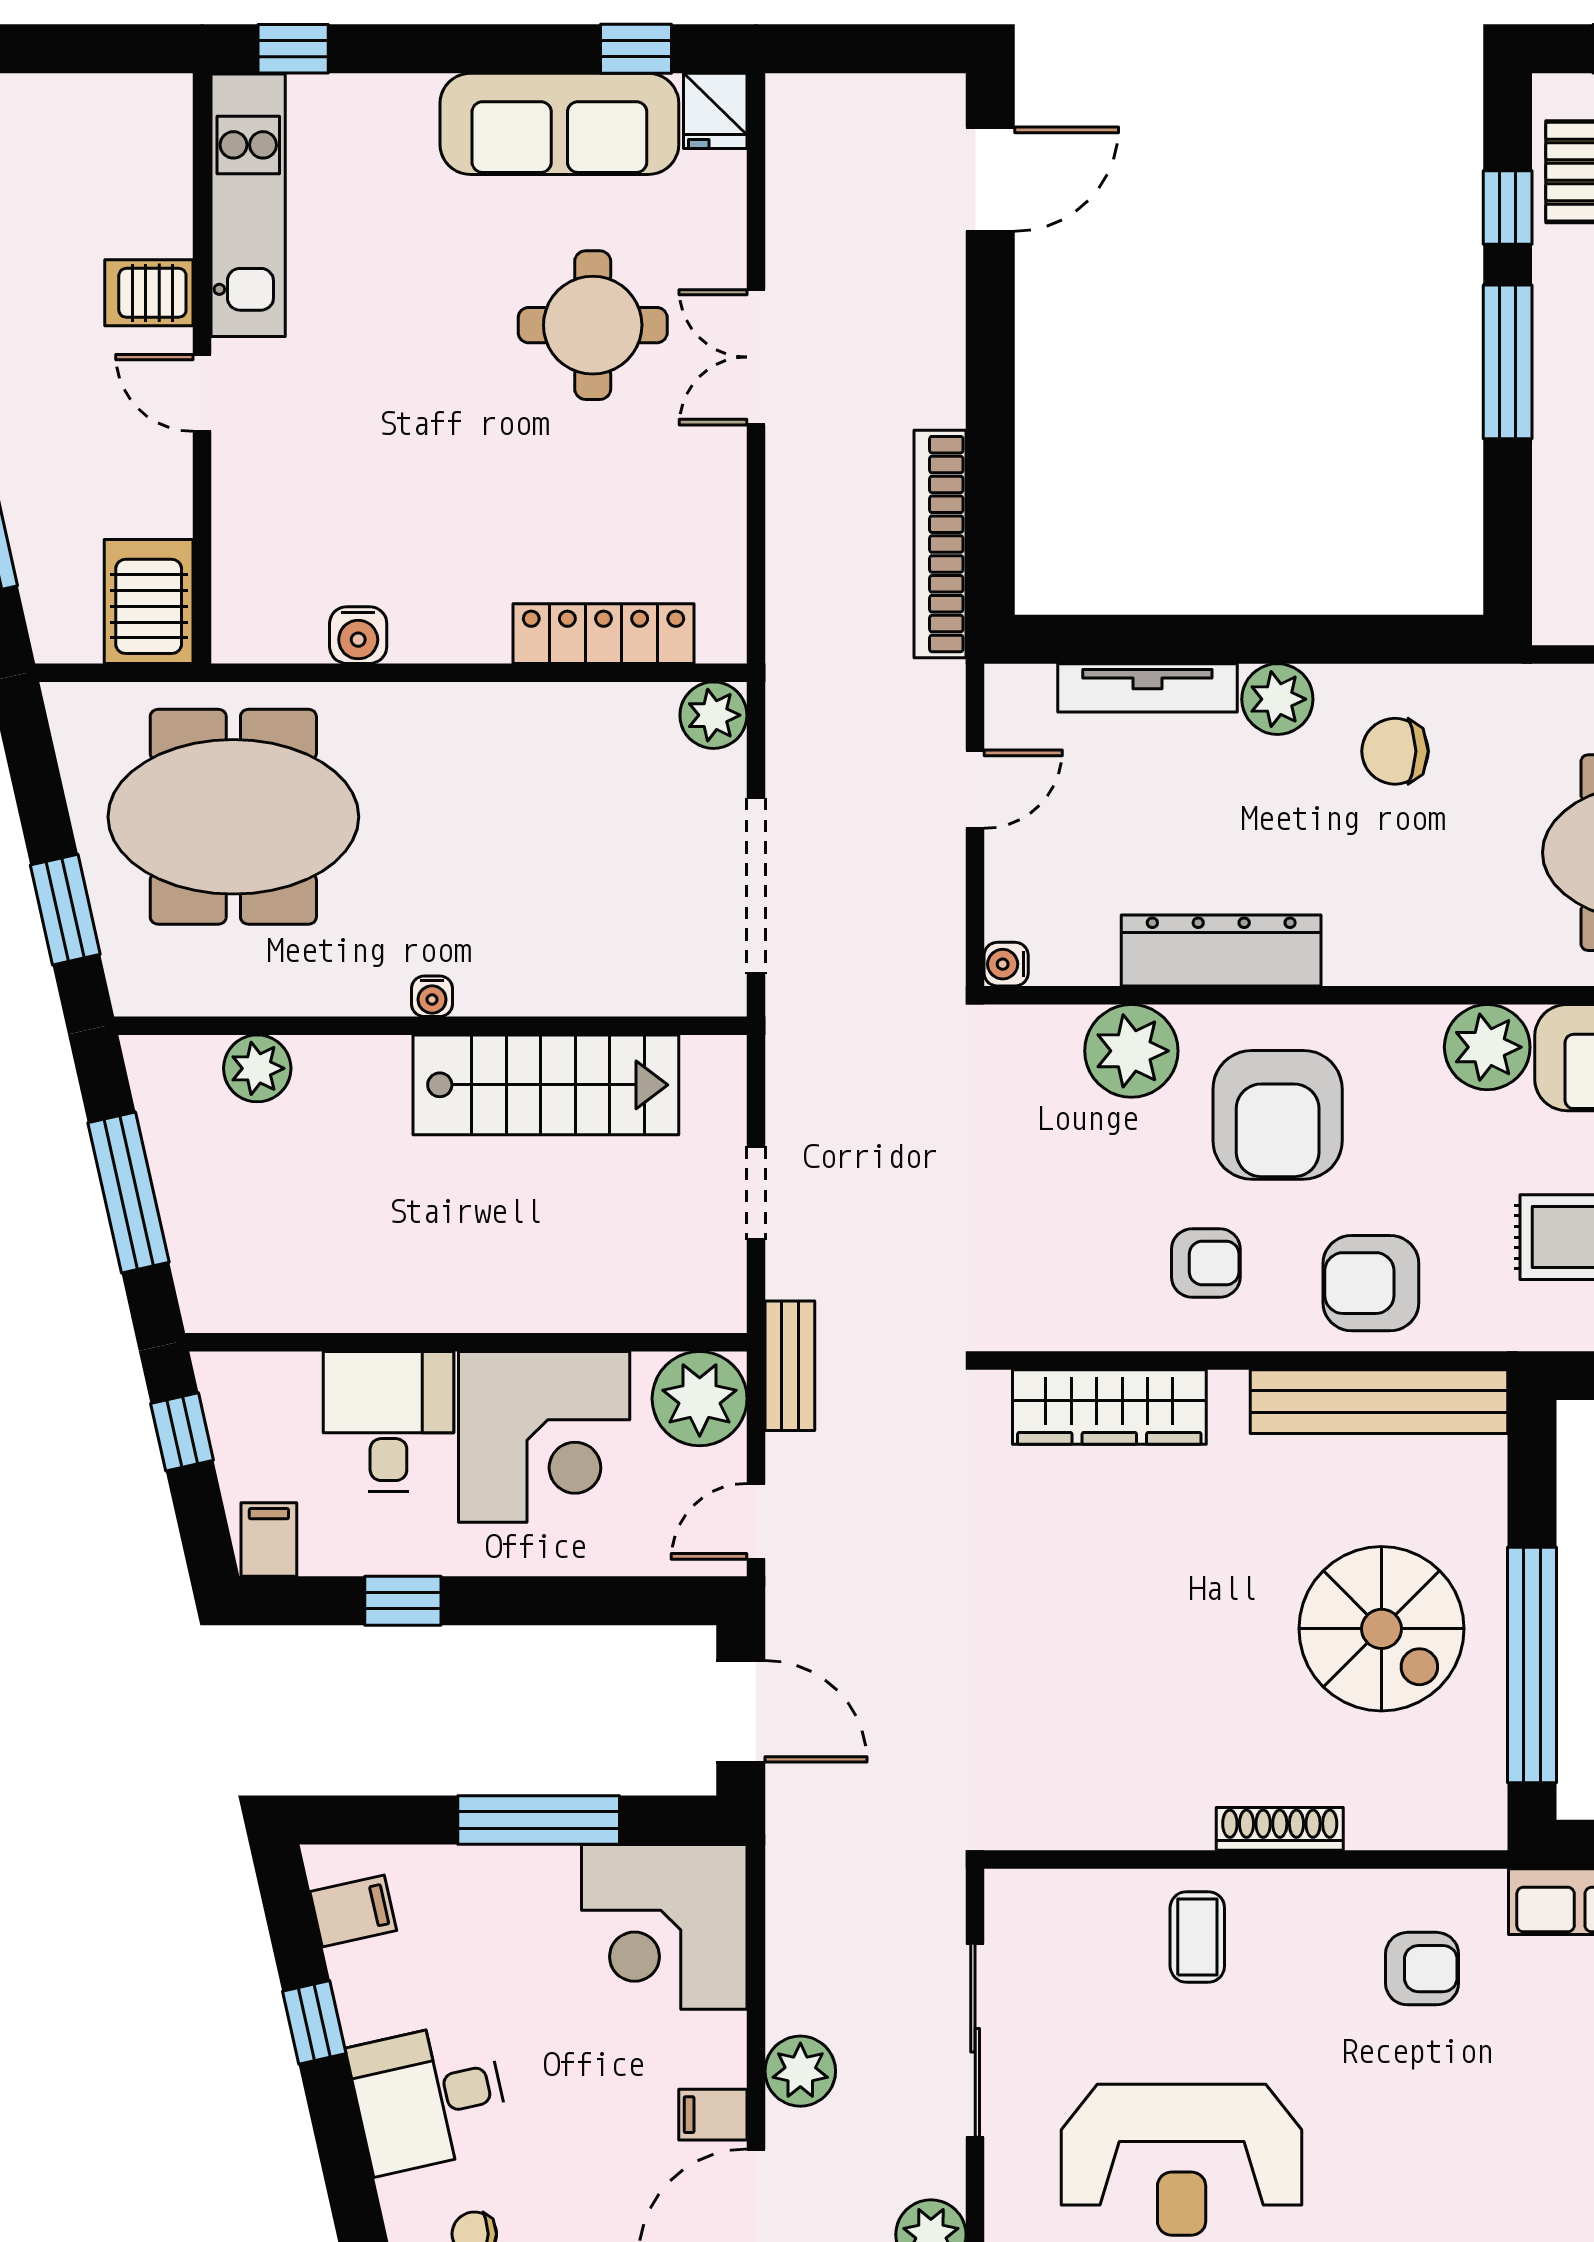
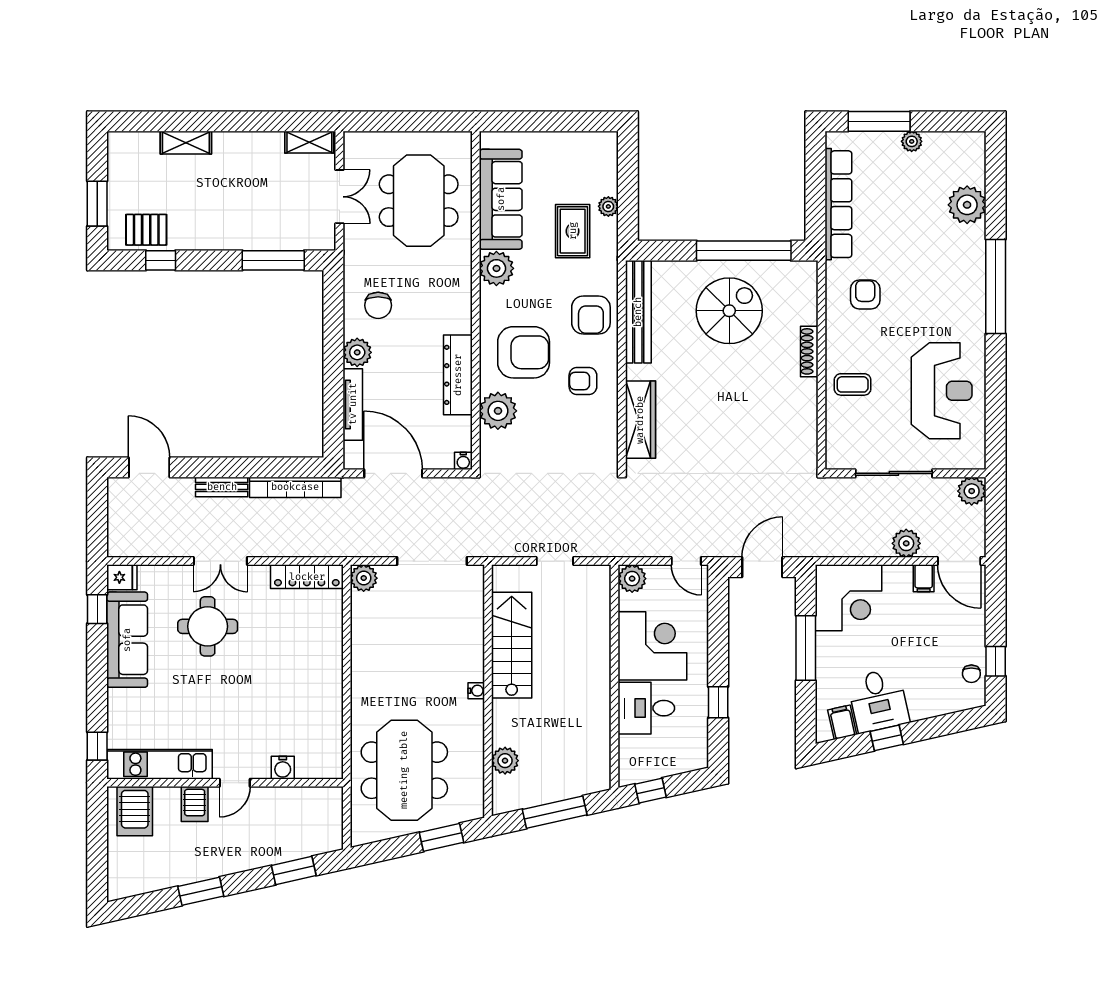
window: (1508, 362) -> (273, 260), moved
server rack: (149, 601) -> (135, 811), moved, turned -90
locker: (604, 634) -> (307, 577), moved, turned -90
water cooler: (358, 635) -> (283, 768), moved, turned 90
door: (975, 789) -> (393, 473), width x1.88
armchair: (1206, 1263) -> (583, 381), turned -90
bench: (790, 1366) -> (222, 487), moved
plant: (700, 1399) -> (632, 579), width x0.73, depth x0.73
filing cabinet: (269, 1540) -> (694, 756), removed
desk: (429, 2097) -> (878, 700), moved

